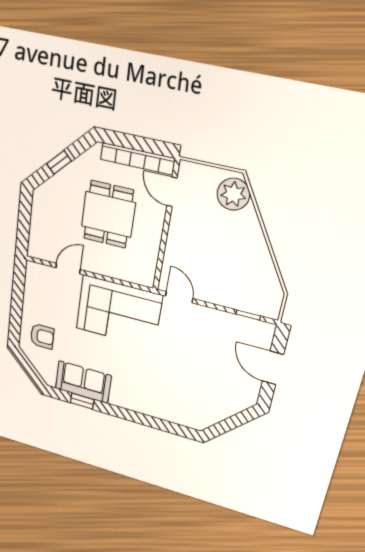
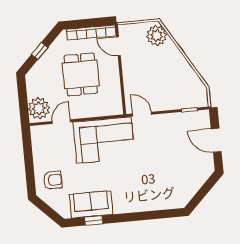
plant: (42, 241) -> (39, 108), added

